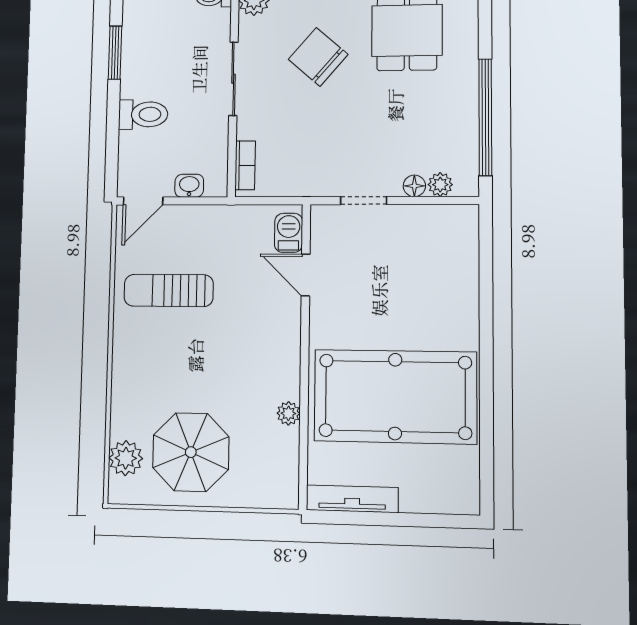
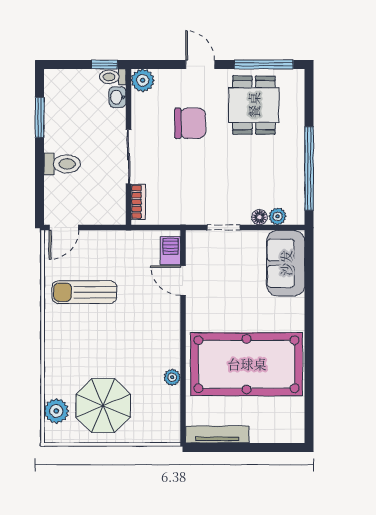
chair: (318, 57) -> (190, 123), turned 139
sliding door: (233, 79) -> (128, 157), moved
washbasin: (189, 186) -> (117, 97), moved, turned -90
sofa: (452, 251) -> (286, 263), added

